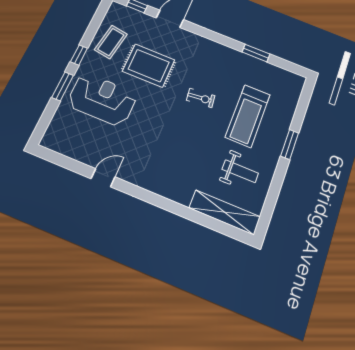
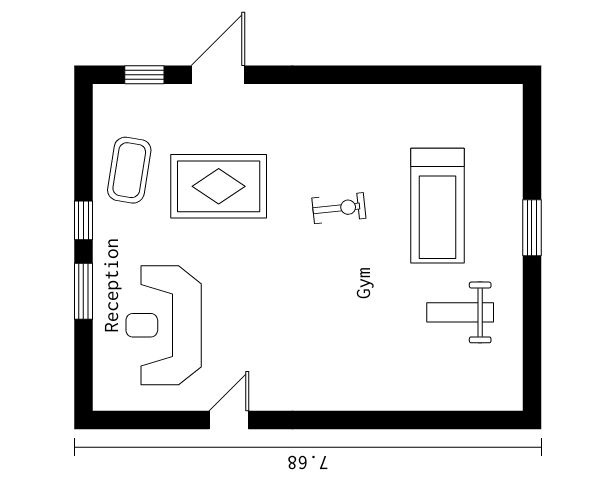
window: (256, 53) -> (409, 75), removed
reception desk: (102, 99) -> (164, 325), moved, turned -90
weight bench: (240, 171) -> (460, 312), turned 180
shelving: (225, 212) -> (459, 393), removed

